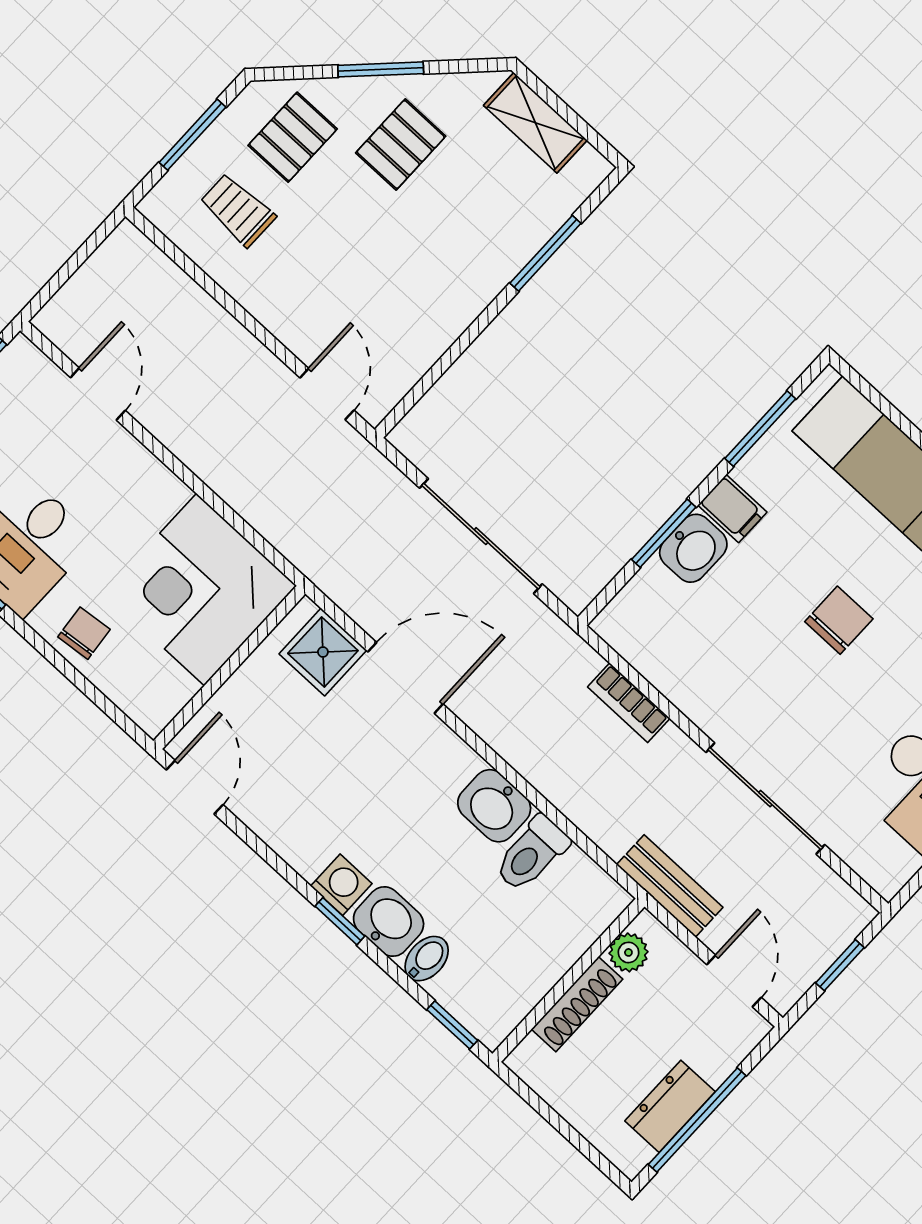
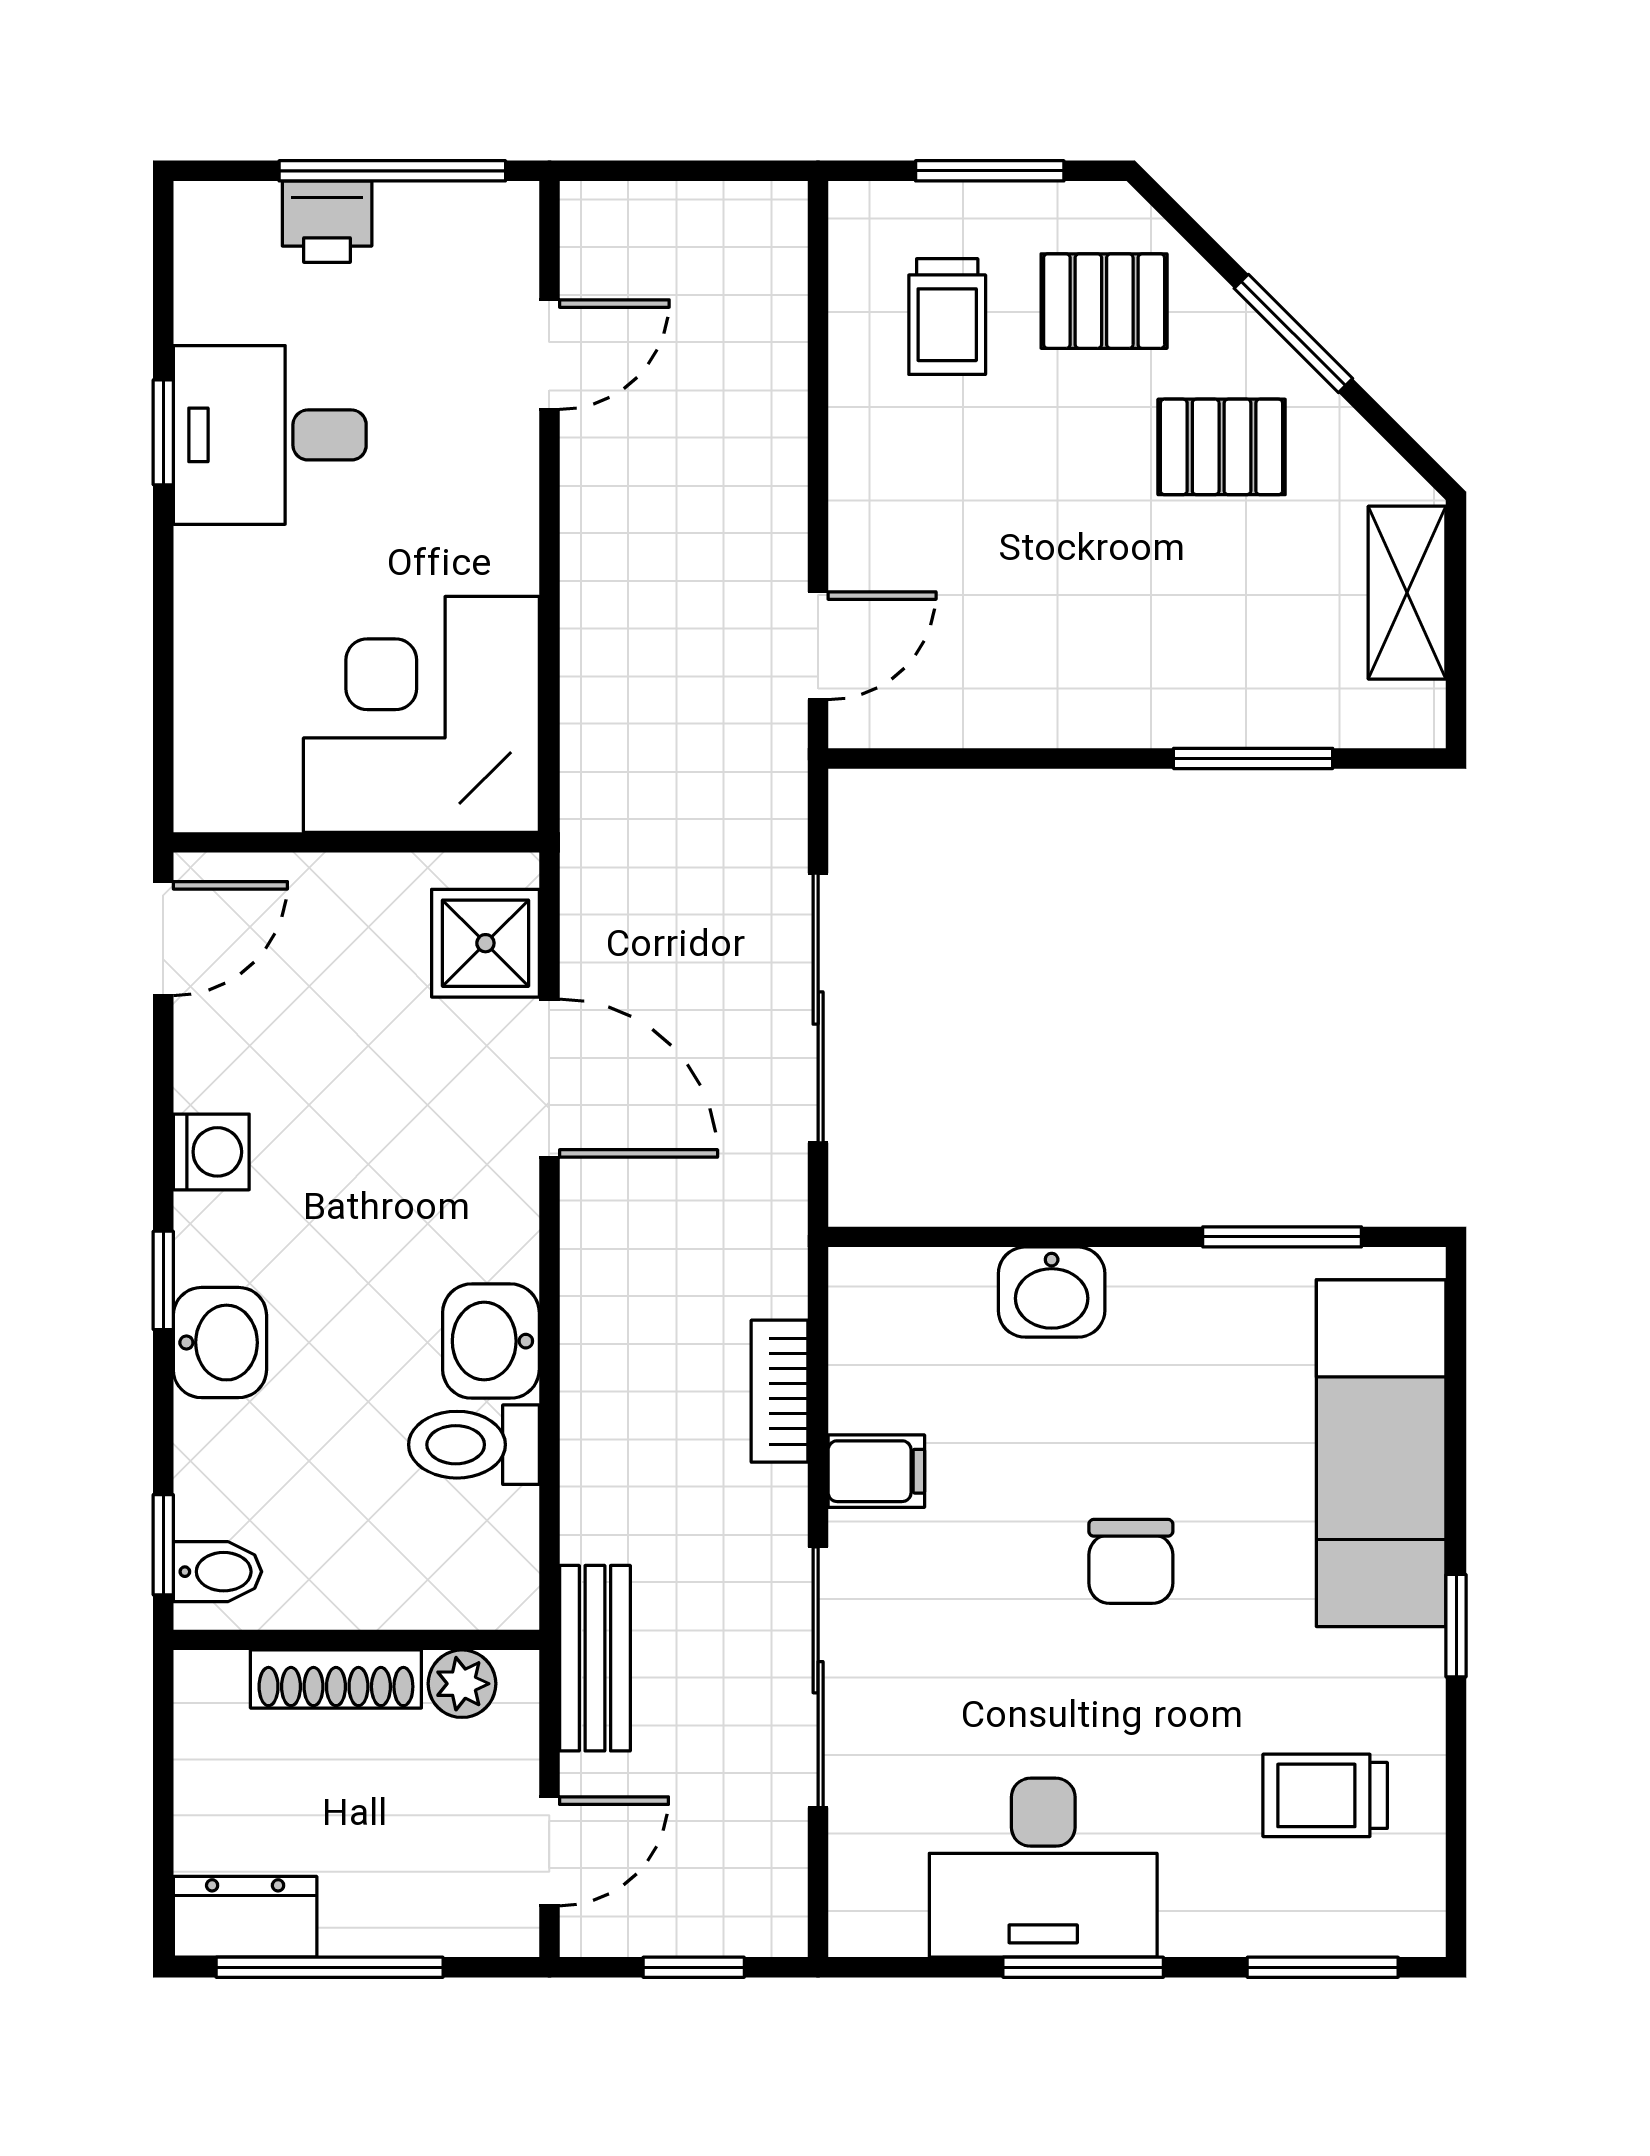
trolley: (238, 210) -> (947, 317), turned 180
filing cabinet: (732, 509) -> (876, 1471), moved, turned -90
window: (664, 533) -> (1036, 1237), removed
chair: (839, 620) -> (1131, 1561), turned 90
chair: (84, 633) -> (229, 617), removed
washing machine: (341, 885) -> (211, 1152), moved
bidet: (427, 959) -> (218, 1572), moved
dresser: (670, 1106) -> (245, 1917), moved

